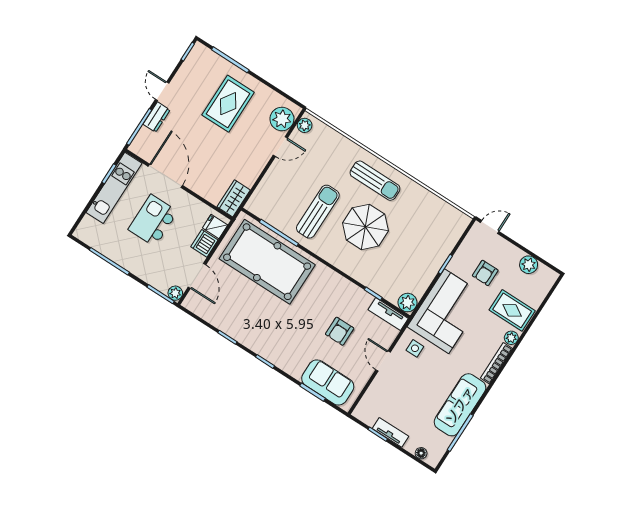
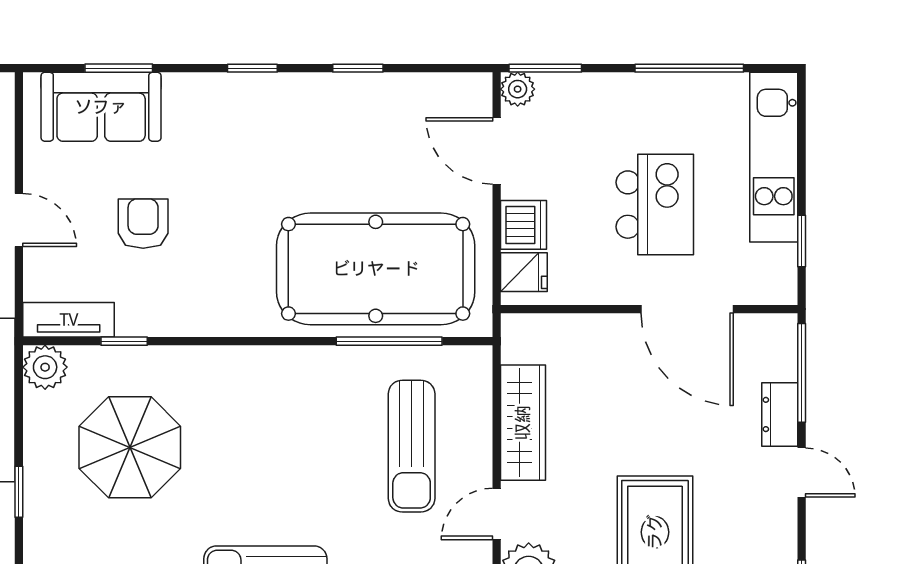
kitchen unit: (114, 188) -> (774, 157), moved
wardrobe: (234, 198) -> (523, 423), moved, width x1.50
sun lounger: (318, 212) -> (412, 446), moved
parasol: (365, 227) -> (130, 447), moved

